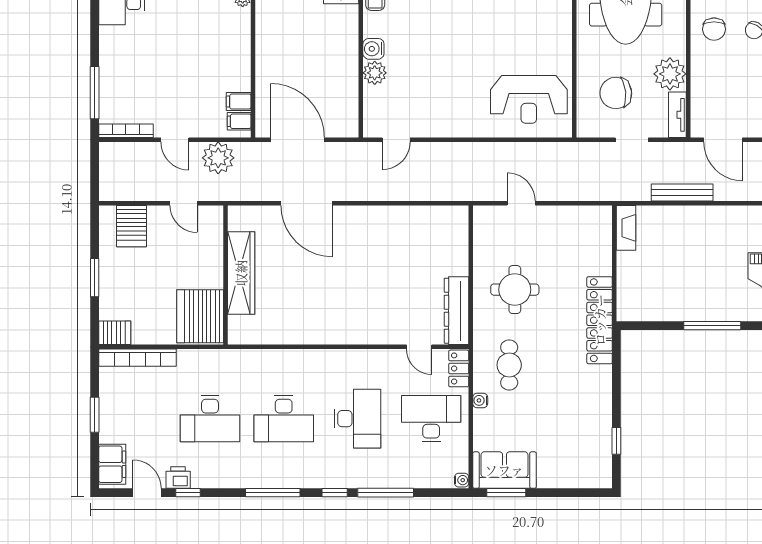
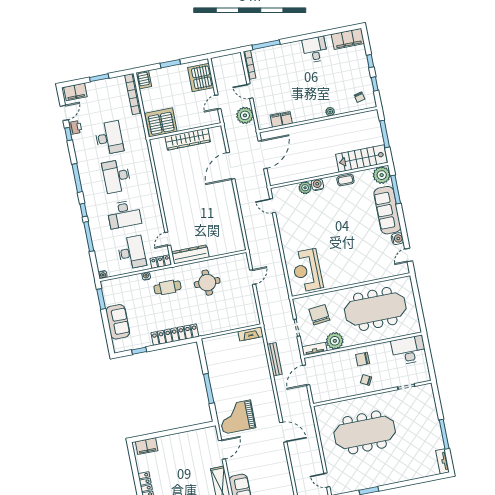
filing cabinet: (239, 121) -> (287, 118), moved
door: (175, 140) -> (250, 91), hinge flipped
server rack: (132, 226) -> (201, 78), width x1.60
locker: (600, 320) -> (175, 335), moved
desk: (210, 419) -> (109, 138), turned 180
sofa: (504, 470) -> (118, 322), moved

